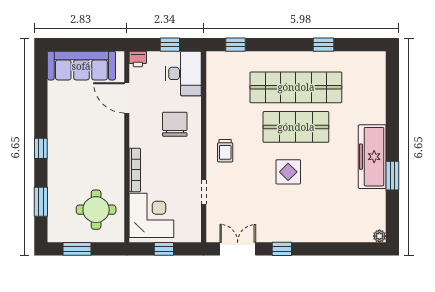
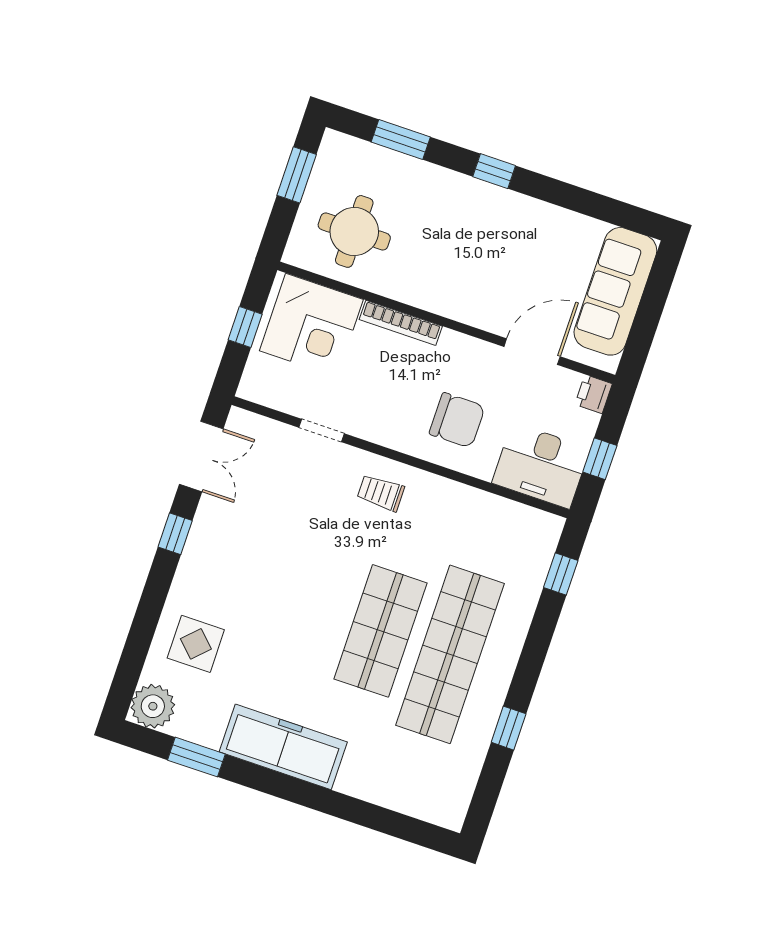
display table: (288, 172) -> (196, 644), moved
window: (392, 176) -> (196, 757), moved
plant: (379, 236) -> (153, 706), width x1.88, depth x1.88

